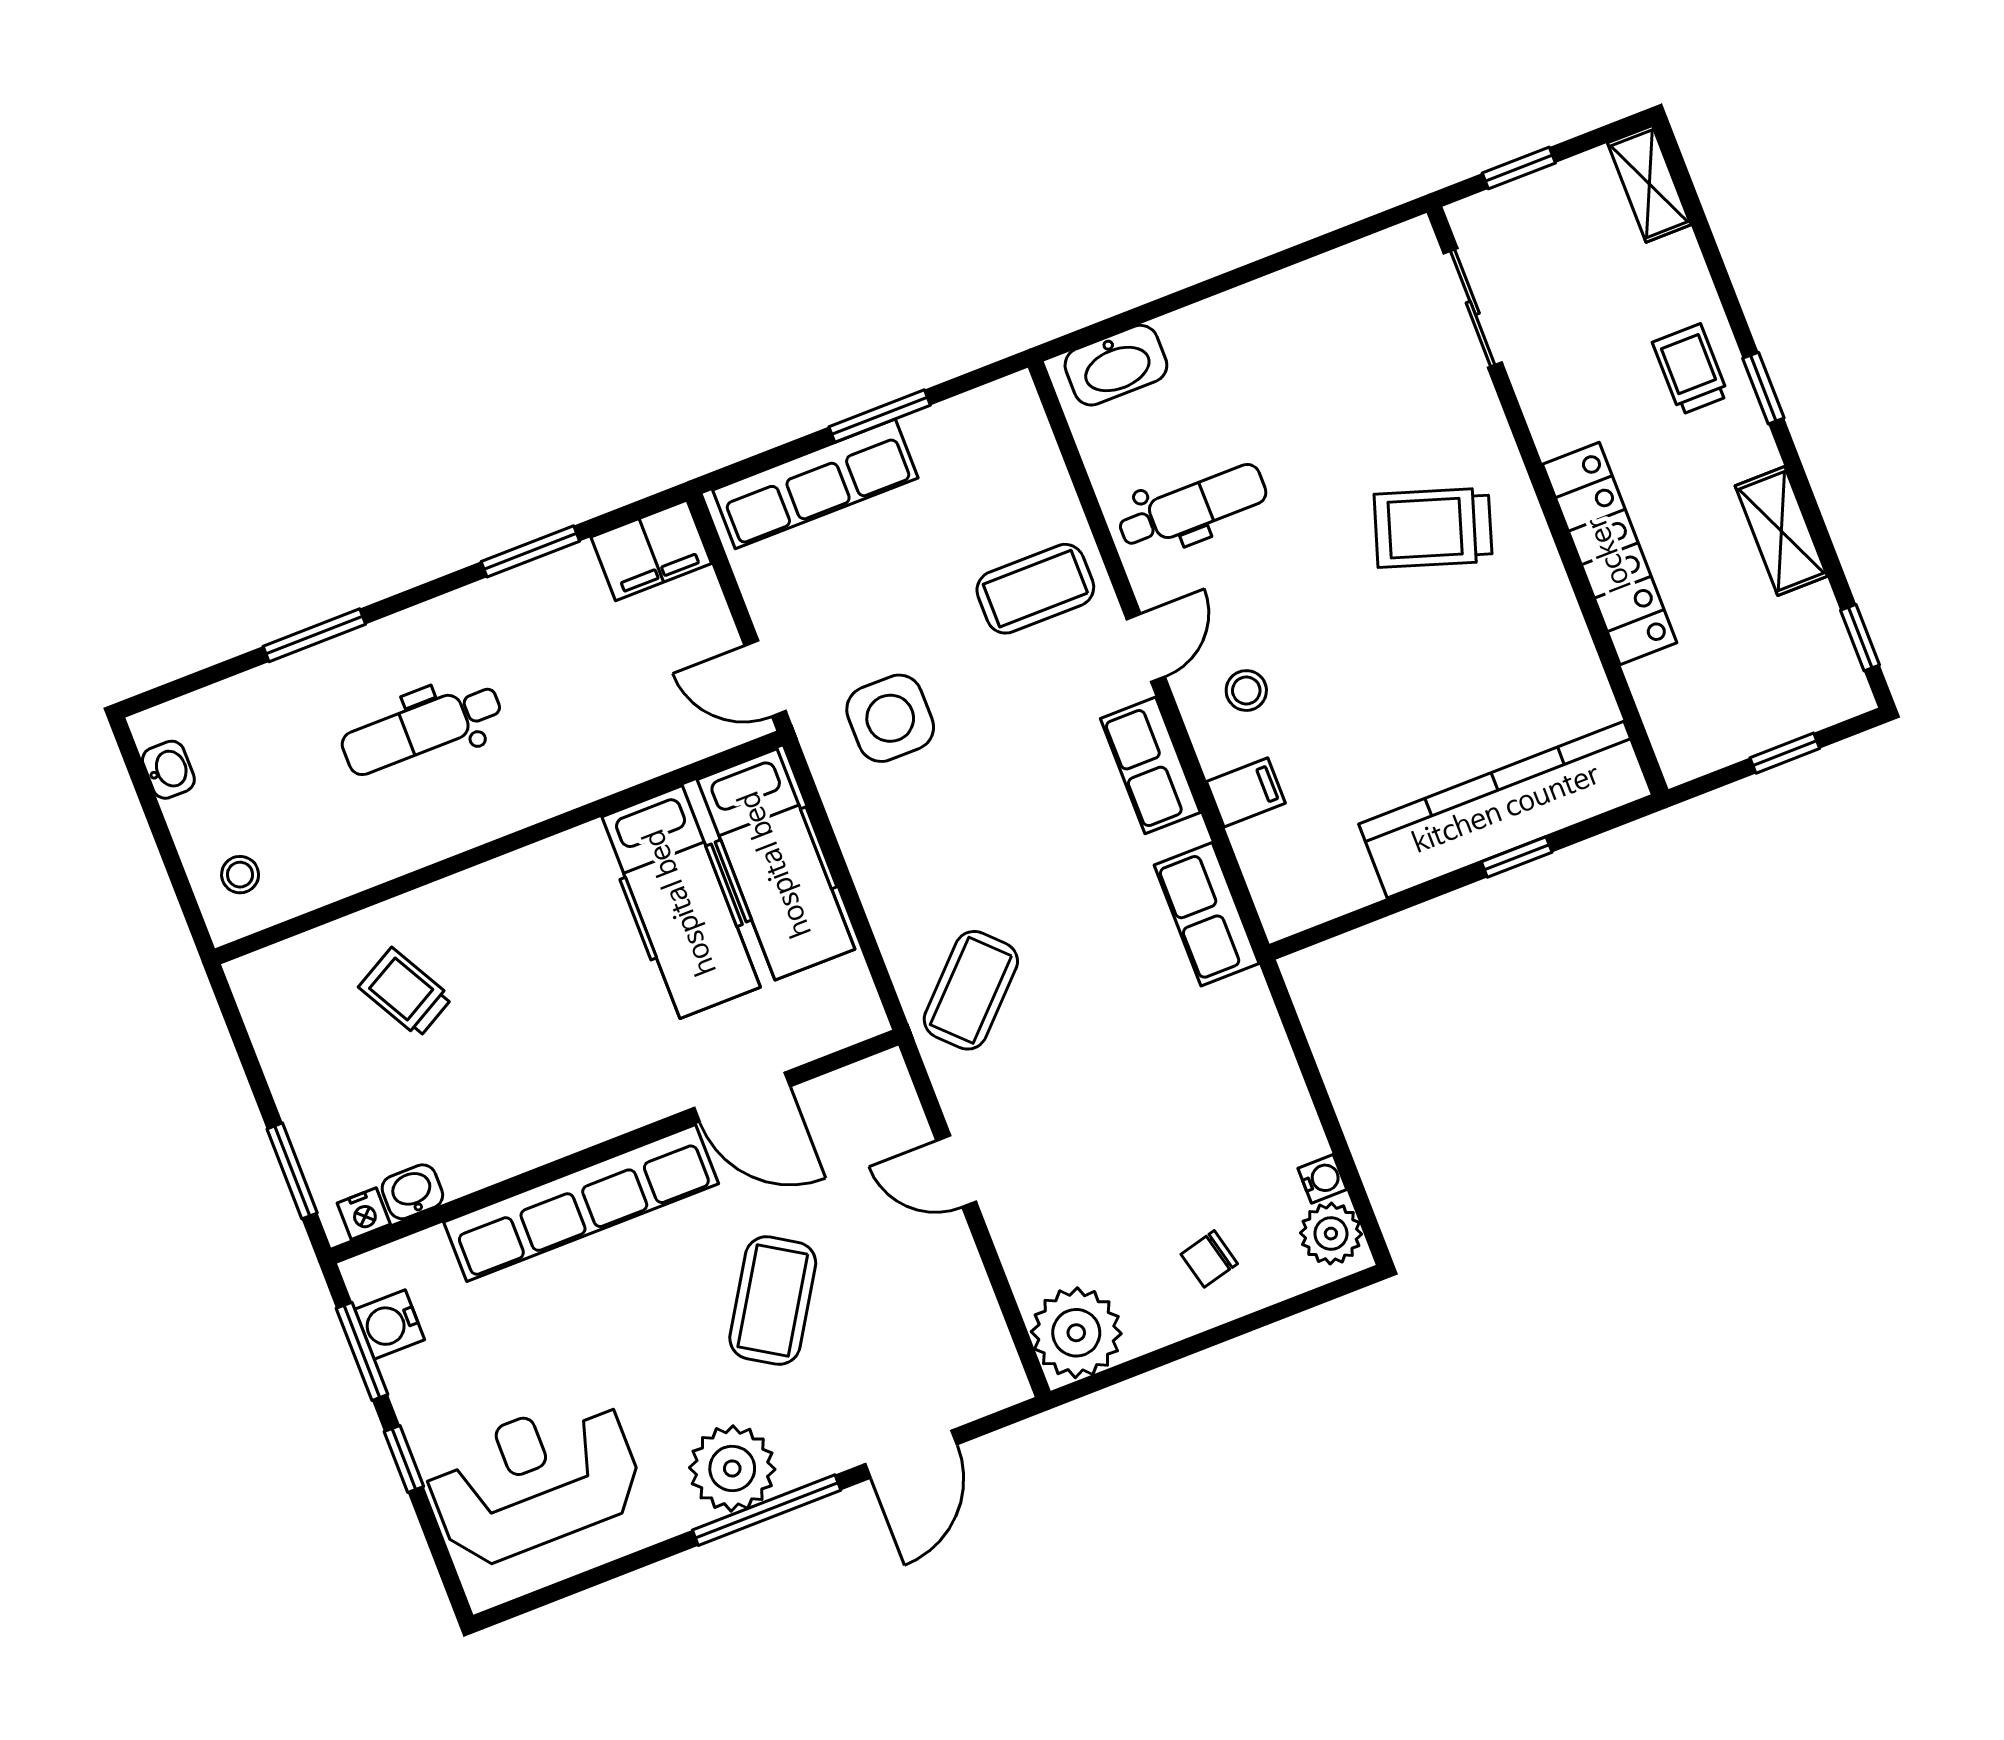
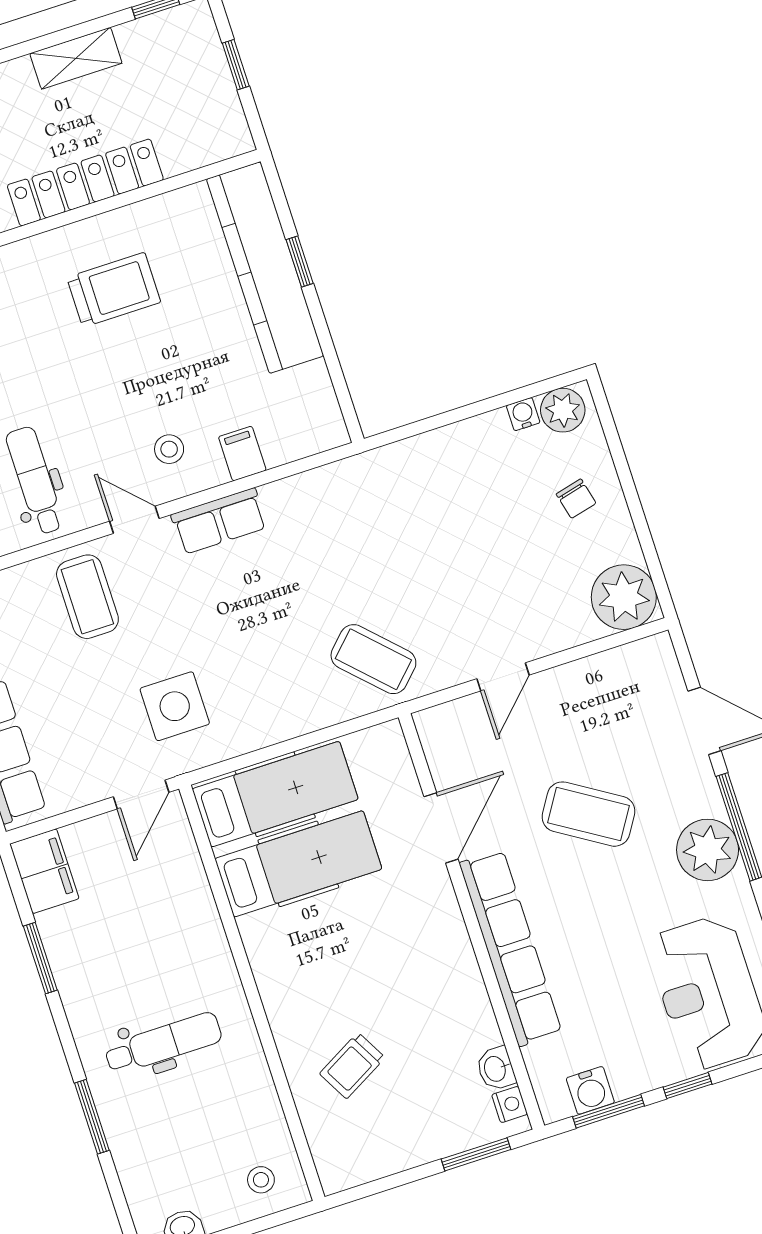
trolley: (1433, 528) -> (114, 290), moved, turned -108
dental chair: (422, 729) -> (163, 1043), turned -90
row of seats: (1207, 914) -> (328, 487), removed

